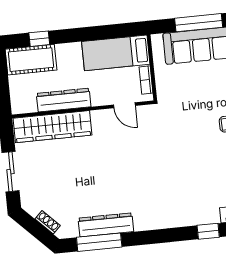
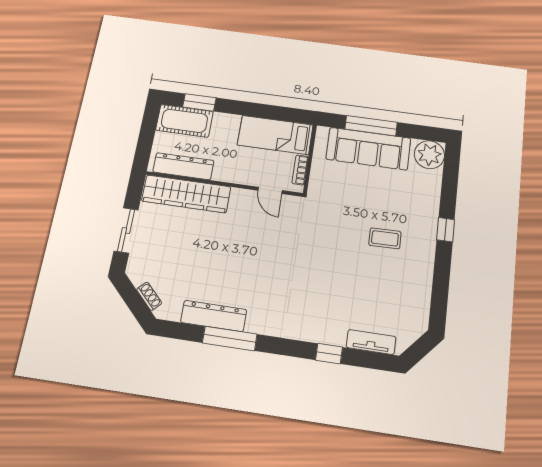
window: (39, 39) -> (199, 102), width x1.50
dresser: (64, 100) -> (183, 166), moved
window: (99, 242) -> (230, 338), moved

